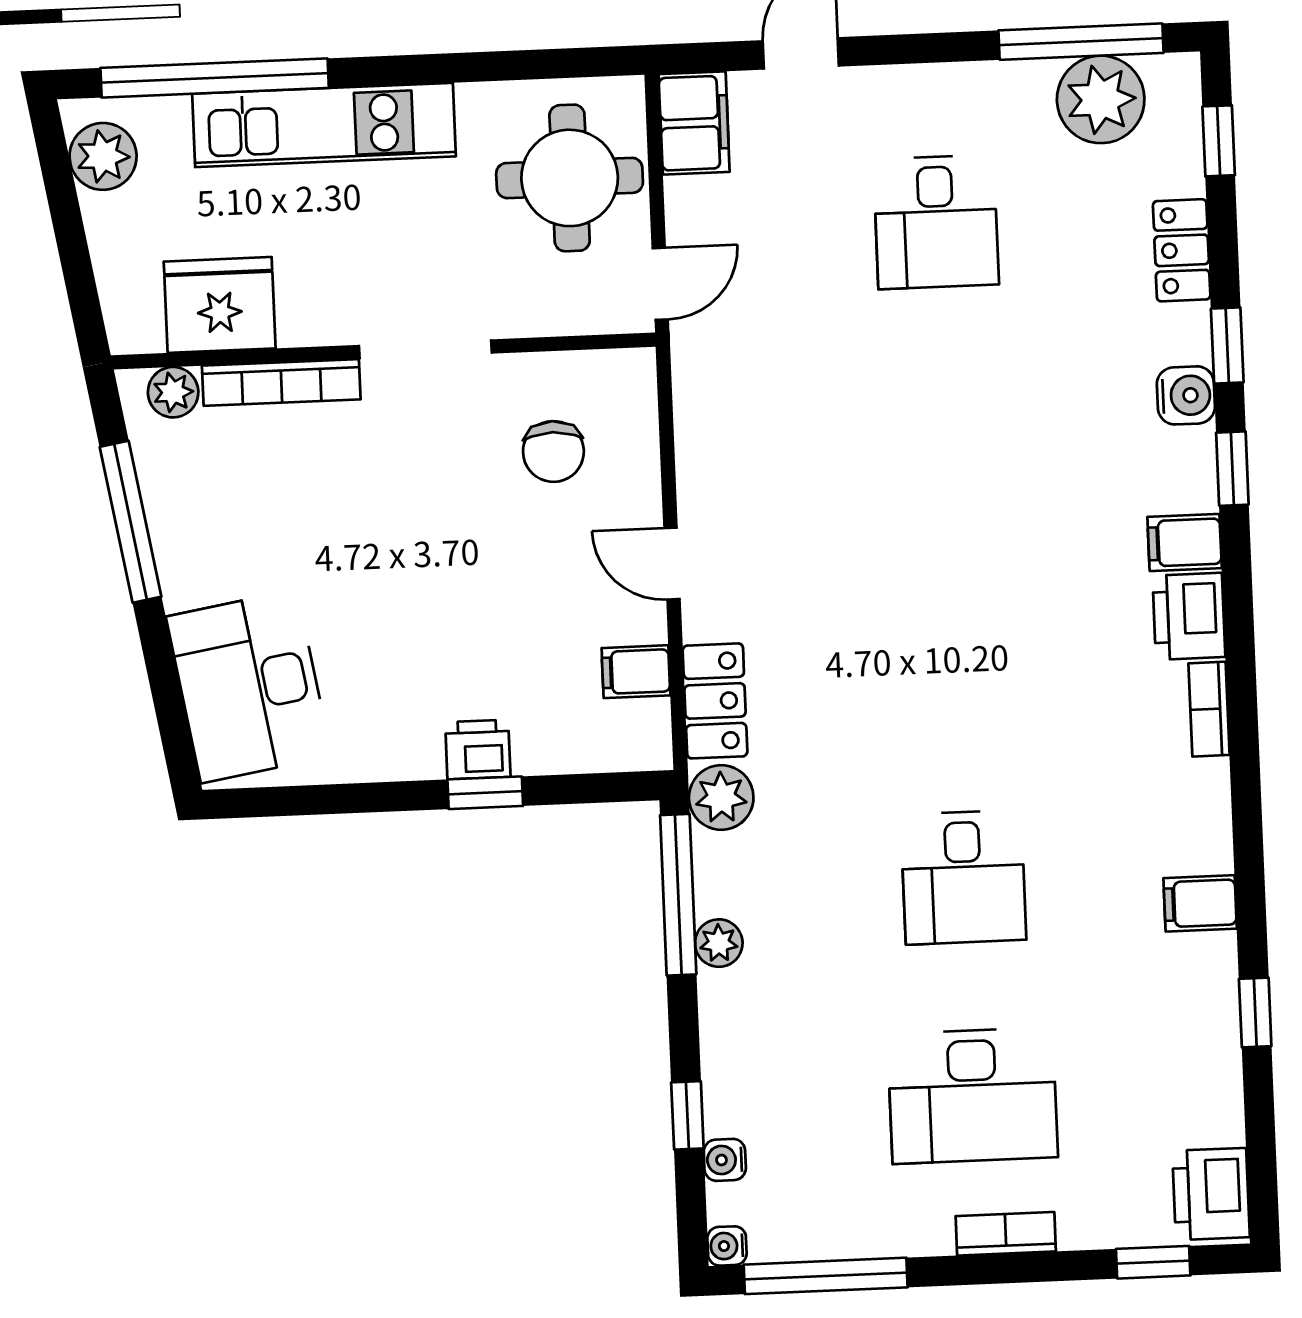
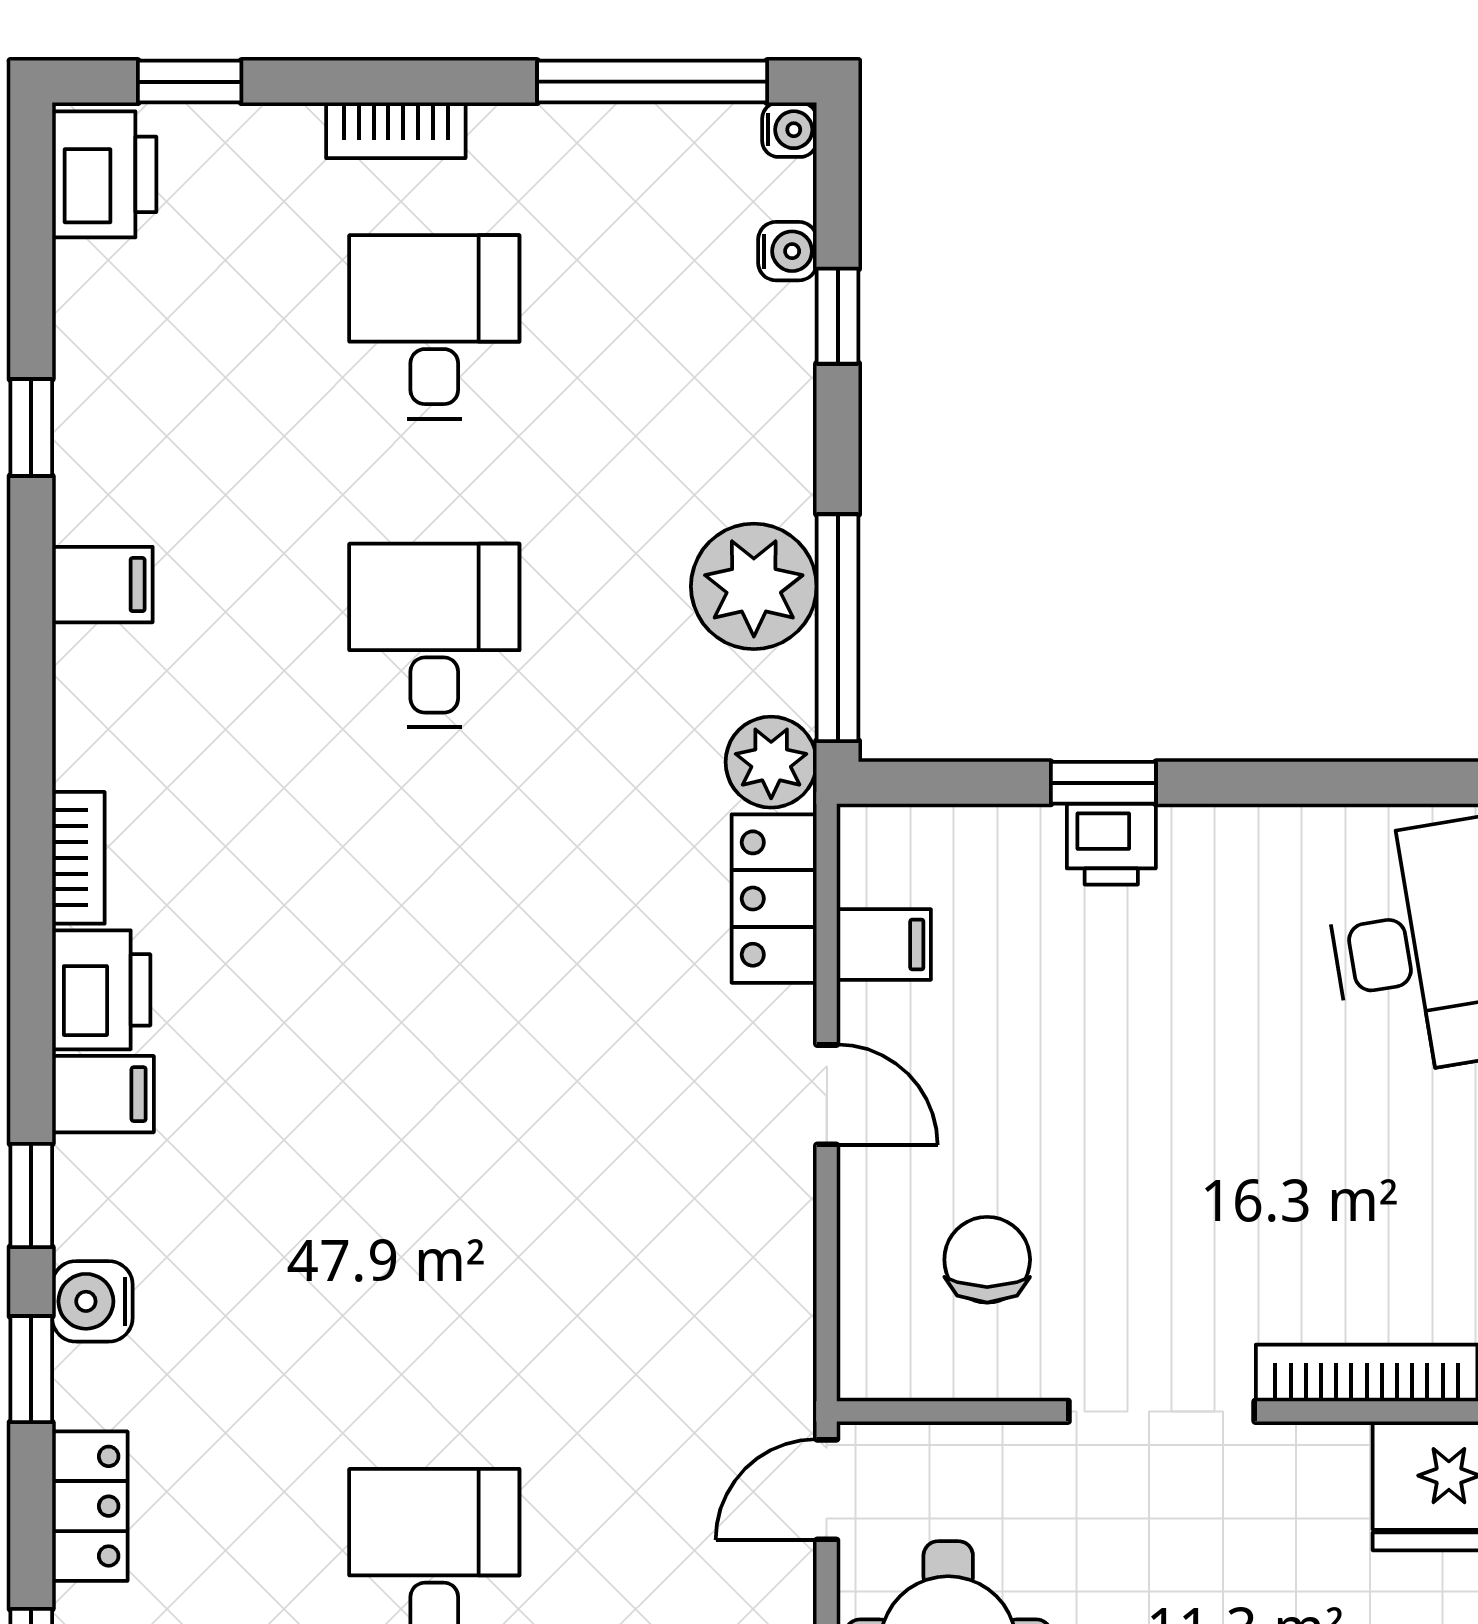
plant: (719, 943) -> (754, 586), width x1.87, depth x1.87
desk: (973, 1096) -> (434, 327), width x0.73

